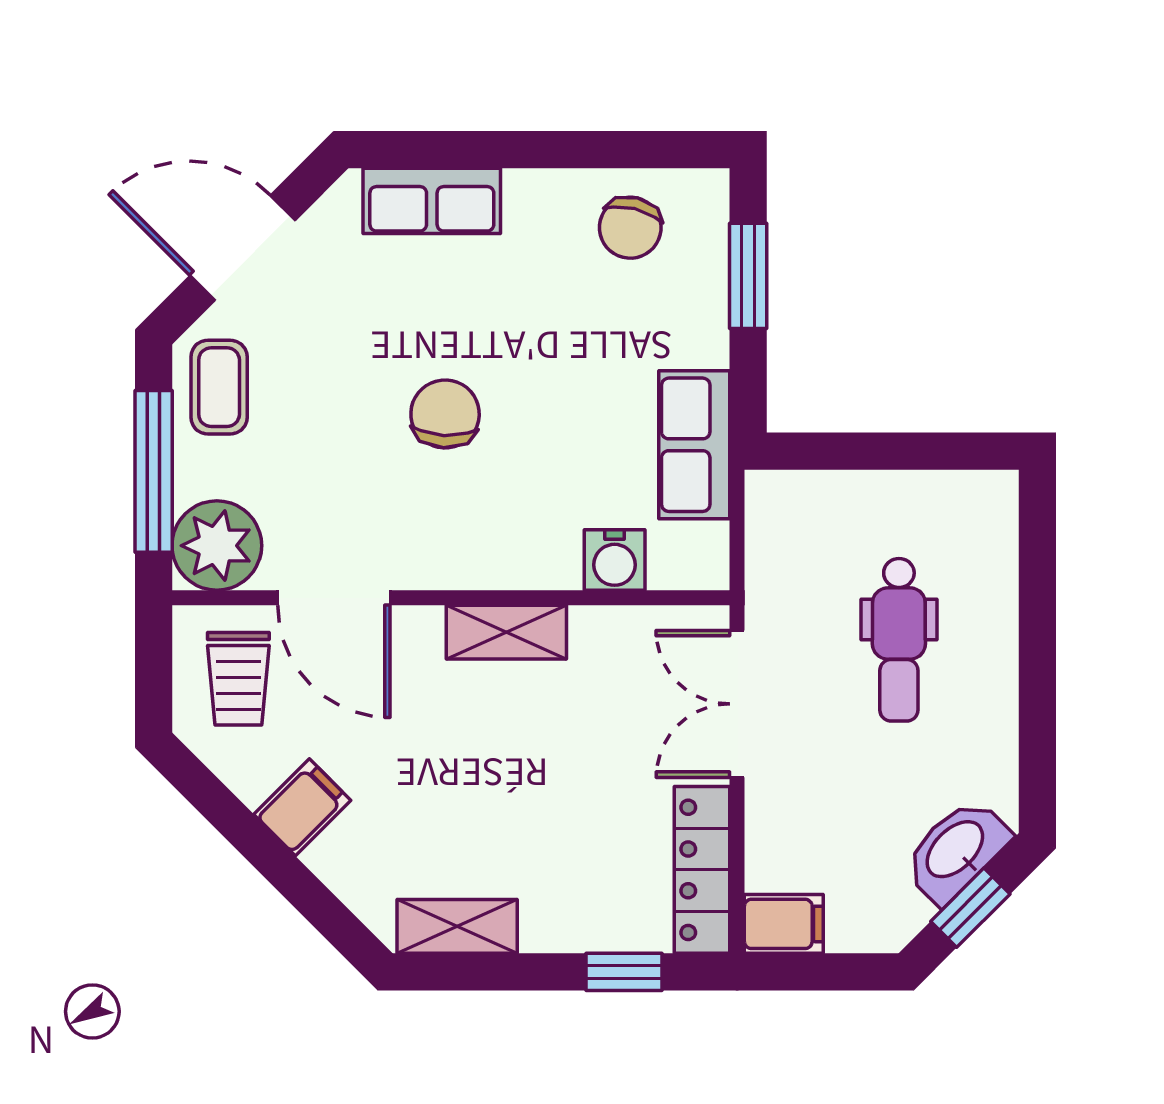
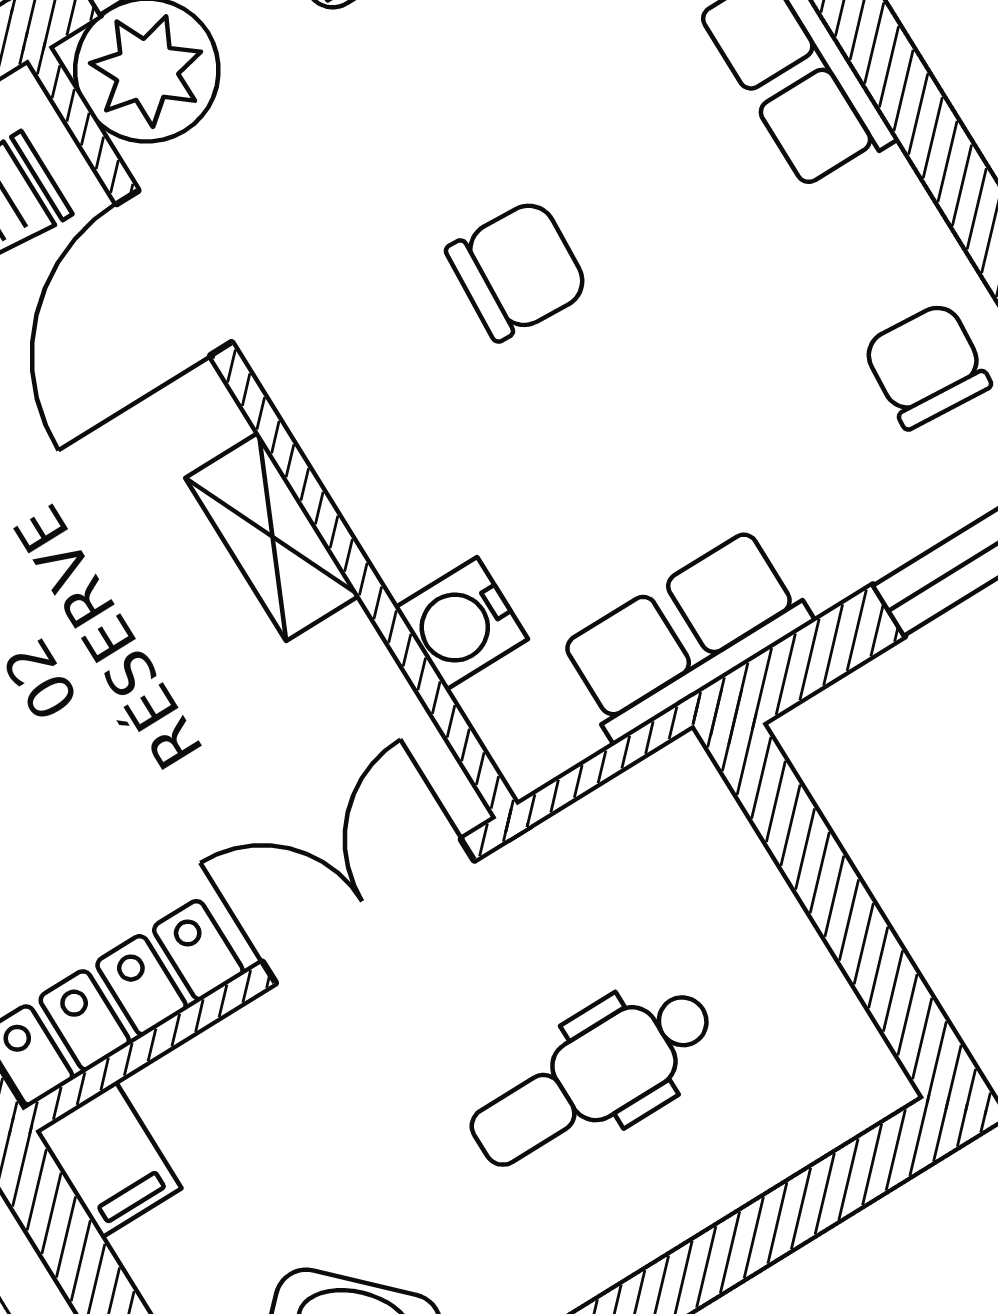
chair: (630, 228) -> (927, 366), turned 80

